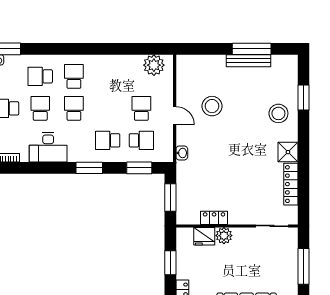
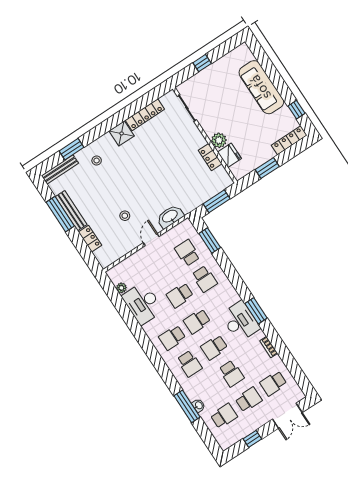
locker: (212, 61) -> (90, 239), added
plant: (154, 65) -> (121, 288), width x0.53, depth x0.53
desk: (123, 70) -> (143, 303), added
bench: (292, 75) -> (60, 170), added
stool: (212, 106) -> (125, 216), width x0.53, depth x0.53
school desk: (141, 108) -> (180, 295), moved
stool: (278, 113) -> (97, 160), width x0.53, depth x0.53
washbasin: (182, 153) -> (170, 216), width x1.91, depth x1.45
window: (89, 168) -> (256, 311), moved
window: (304, 266) -> (202, 63), width x0.46

